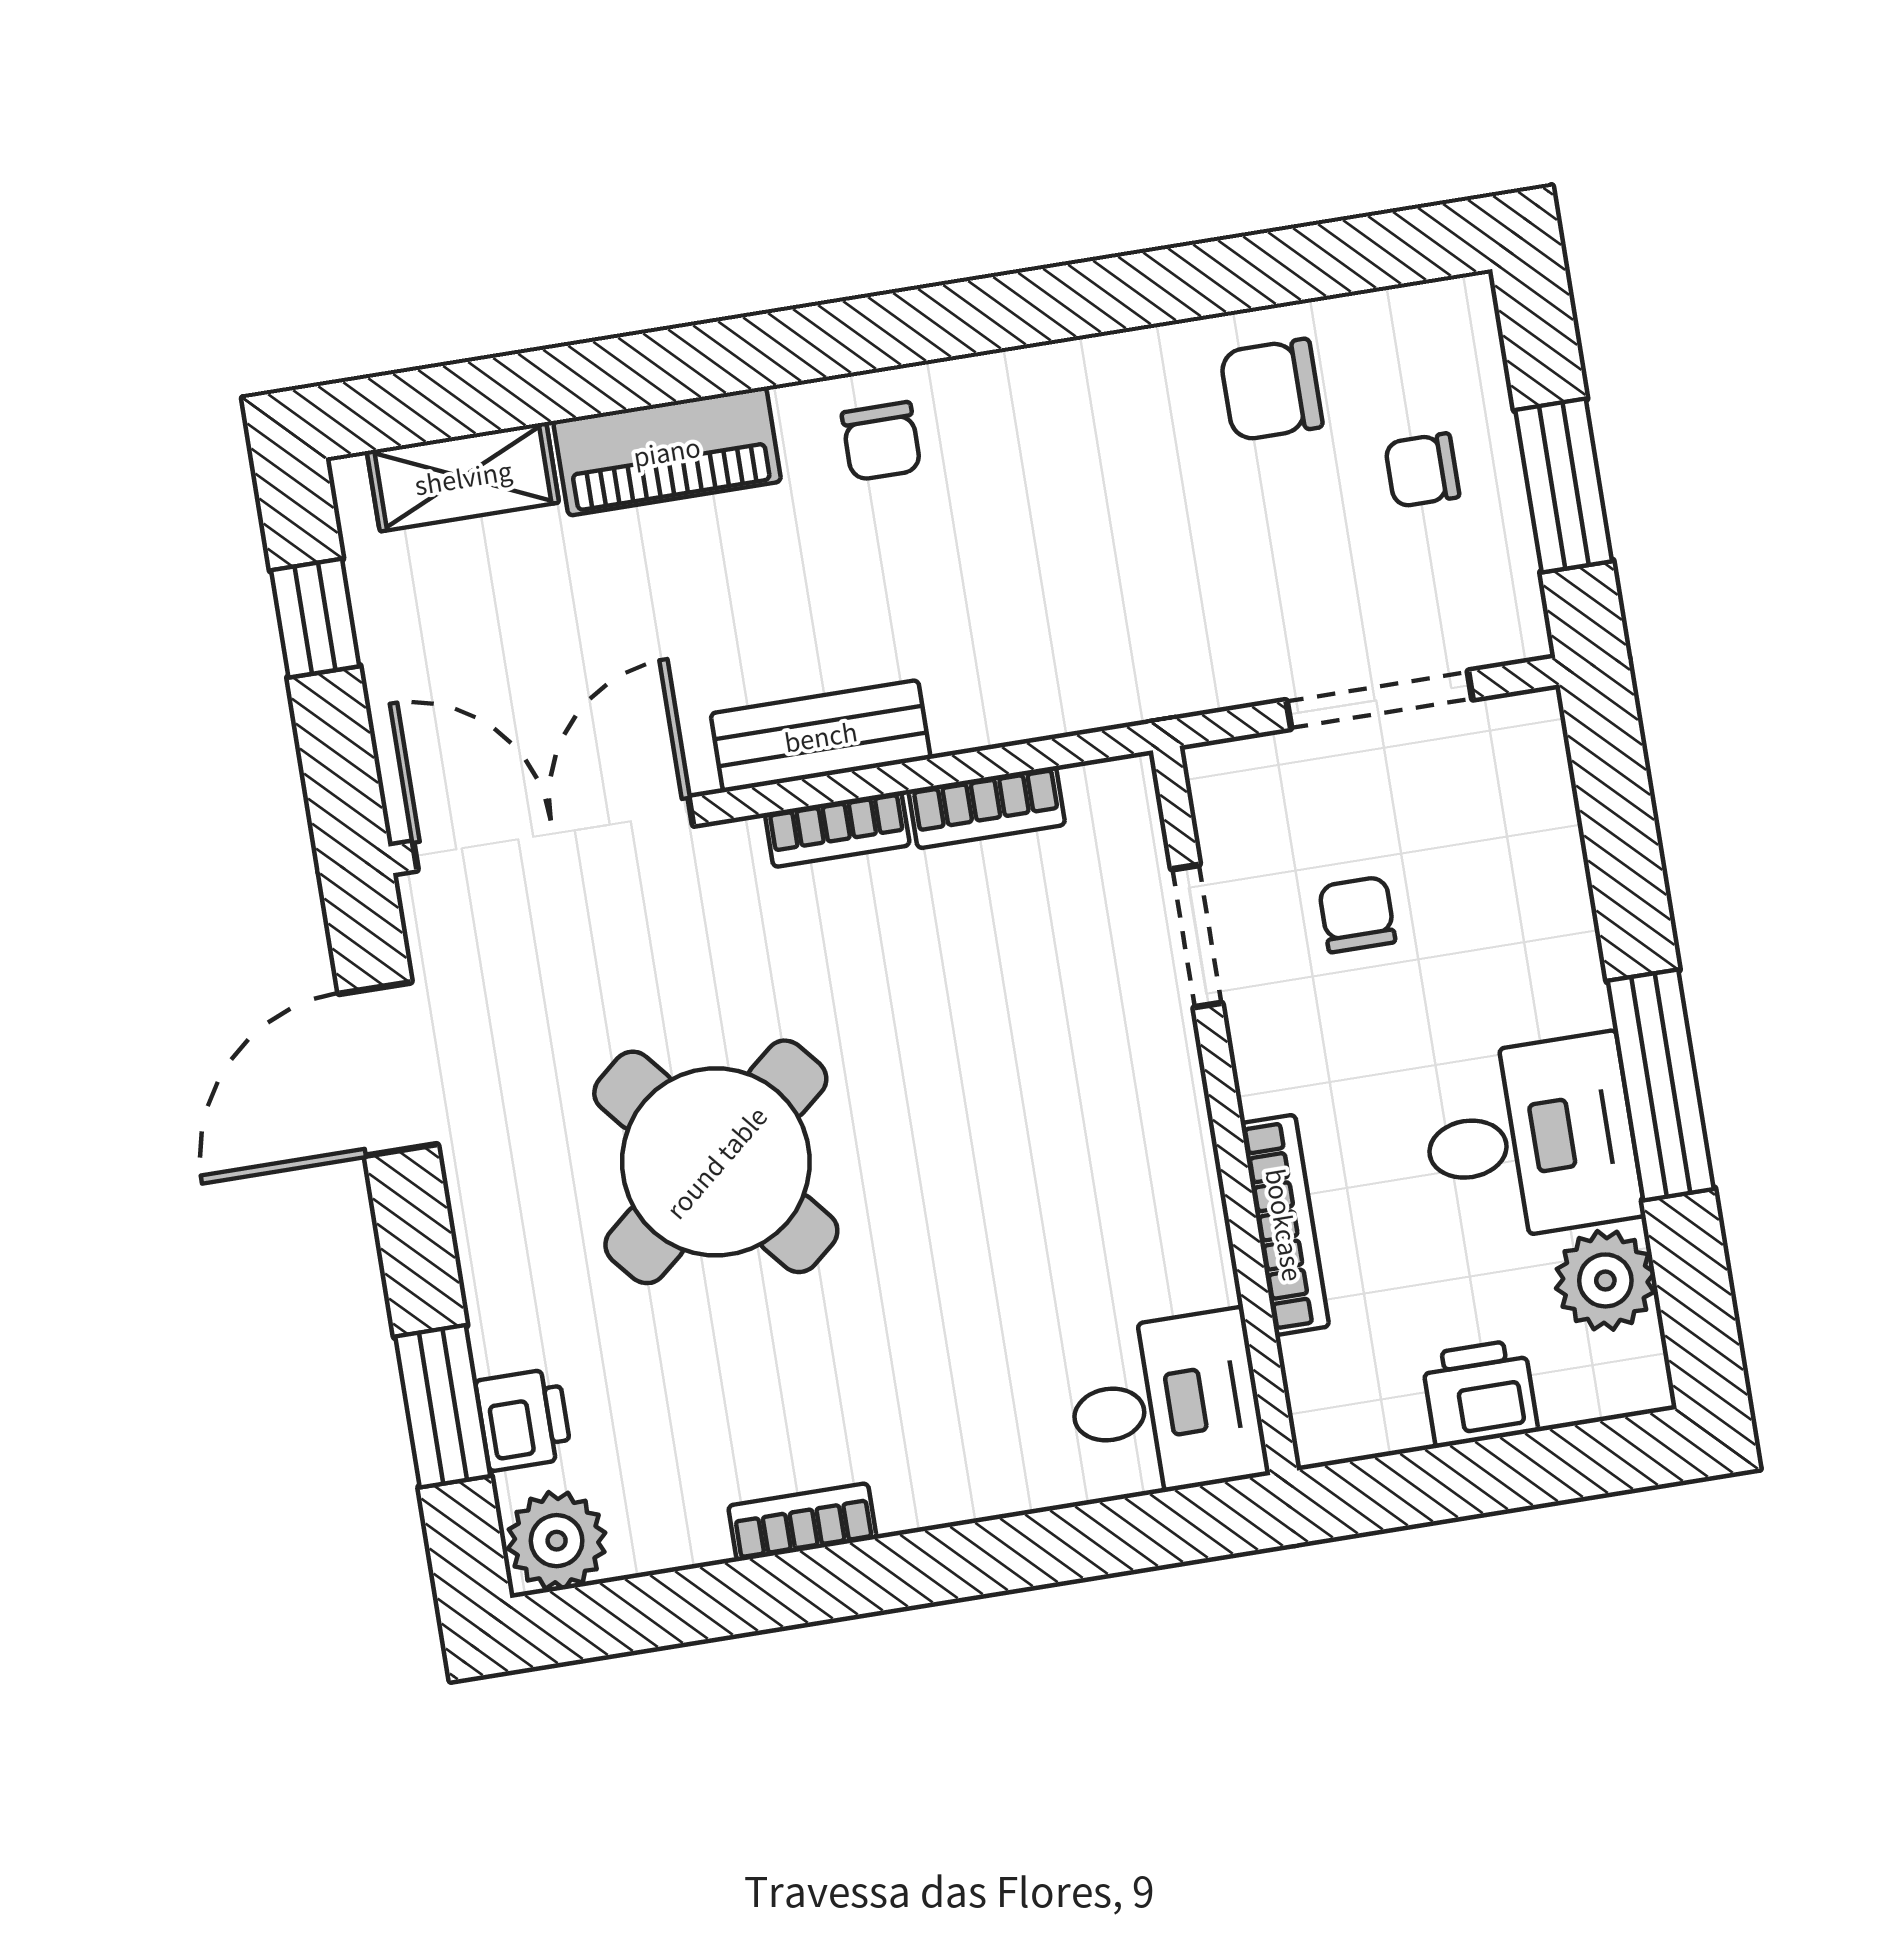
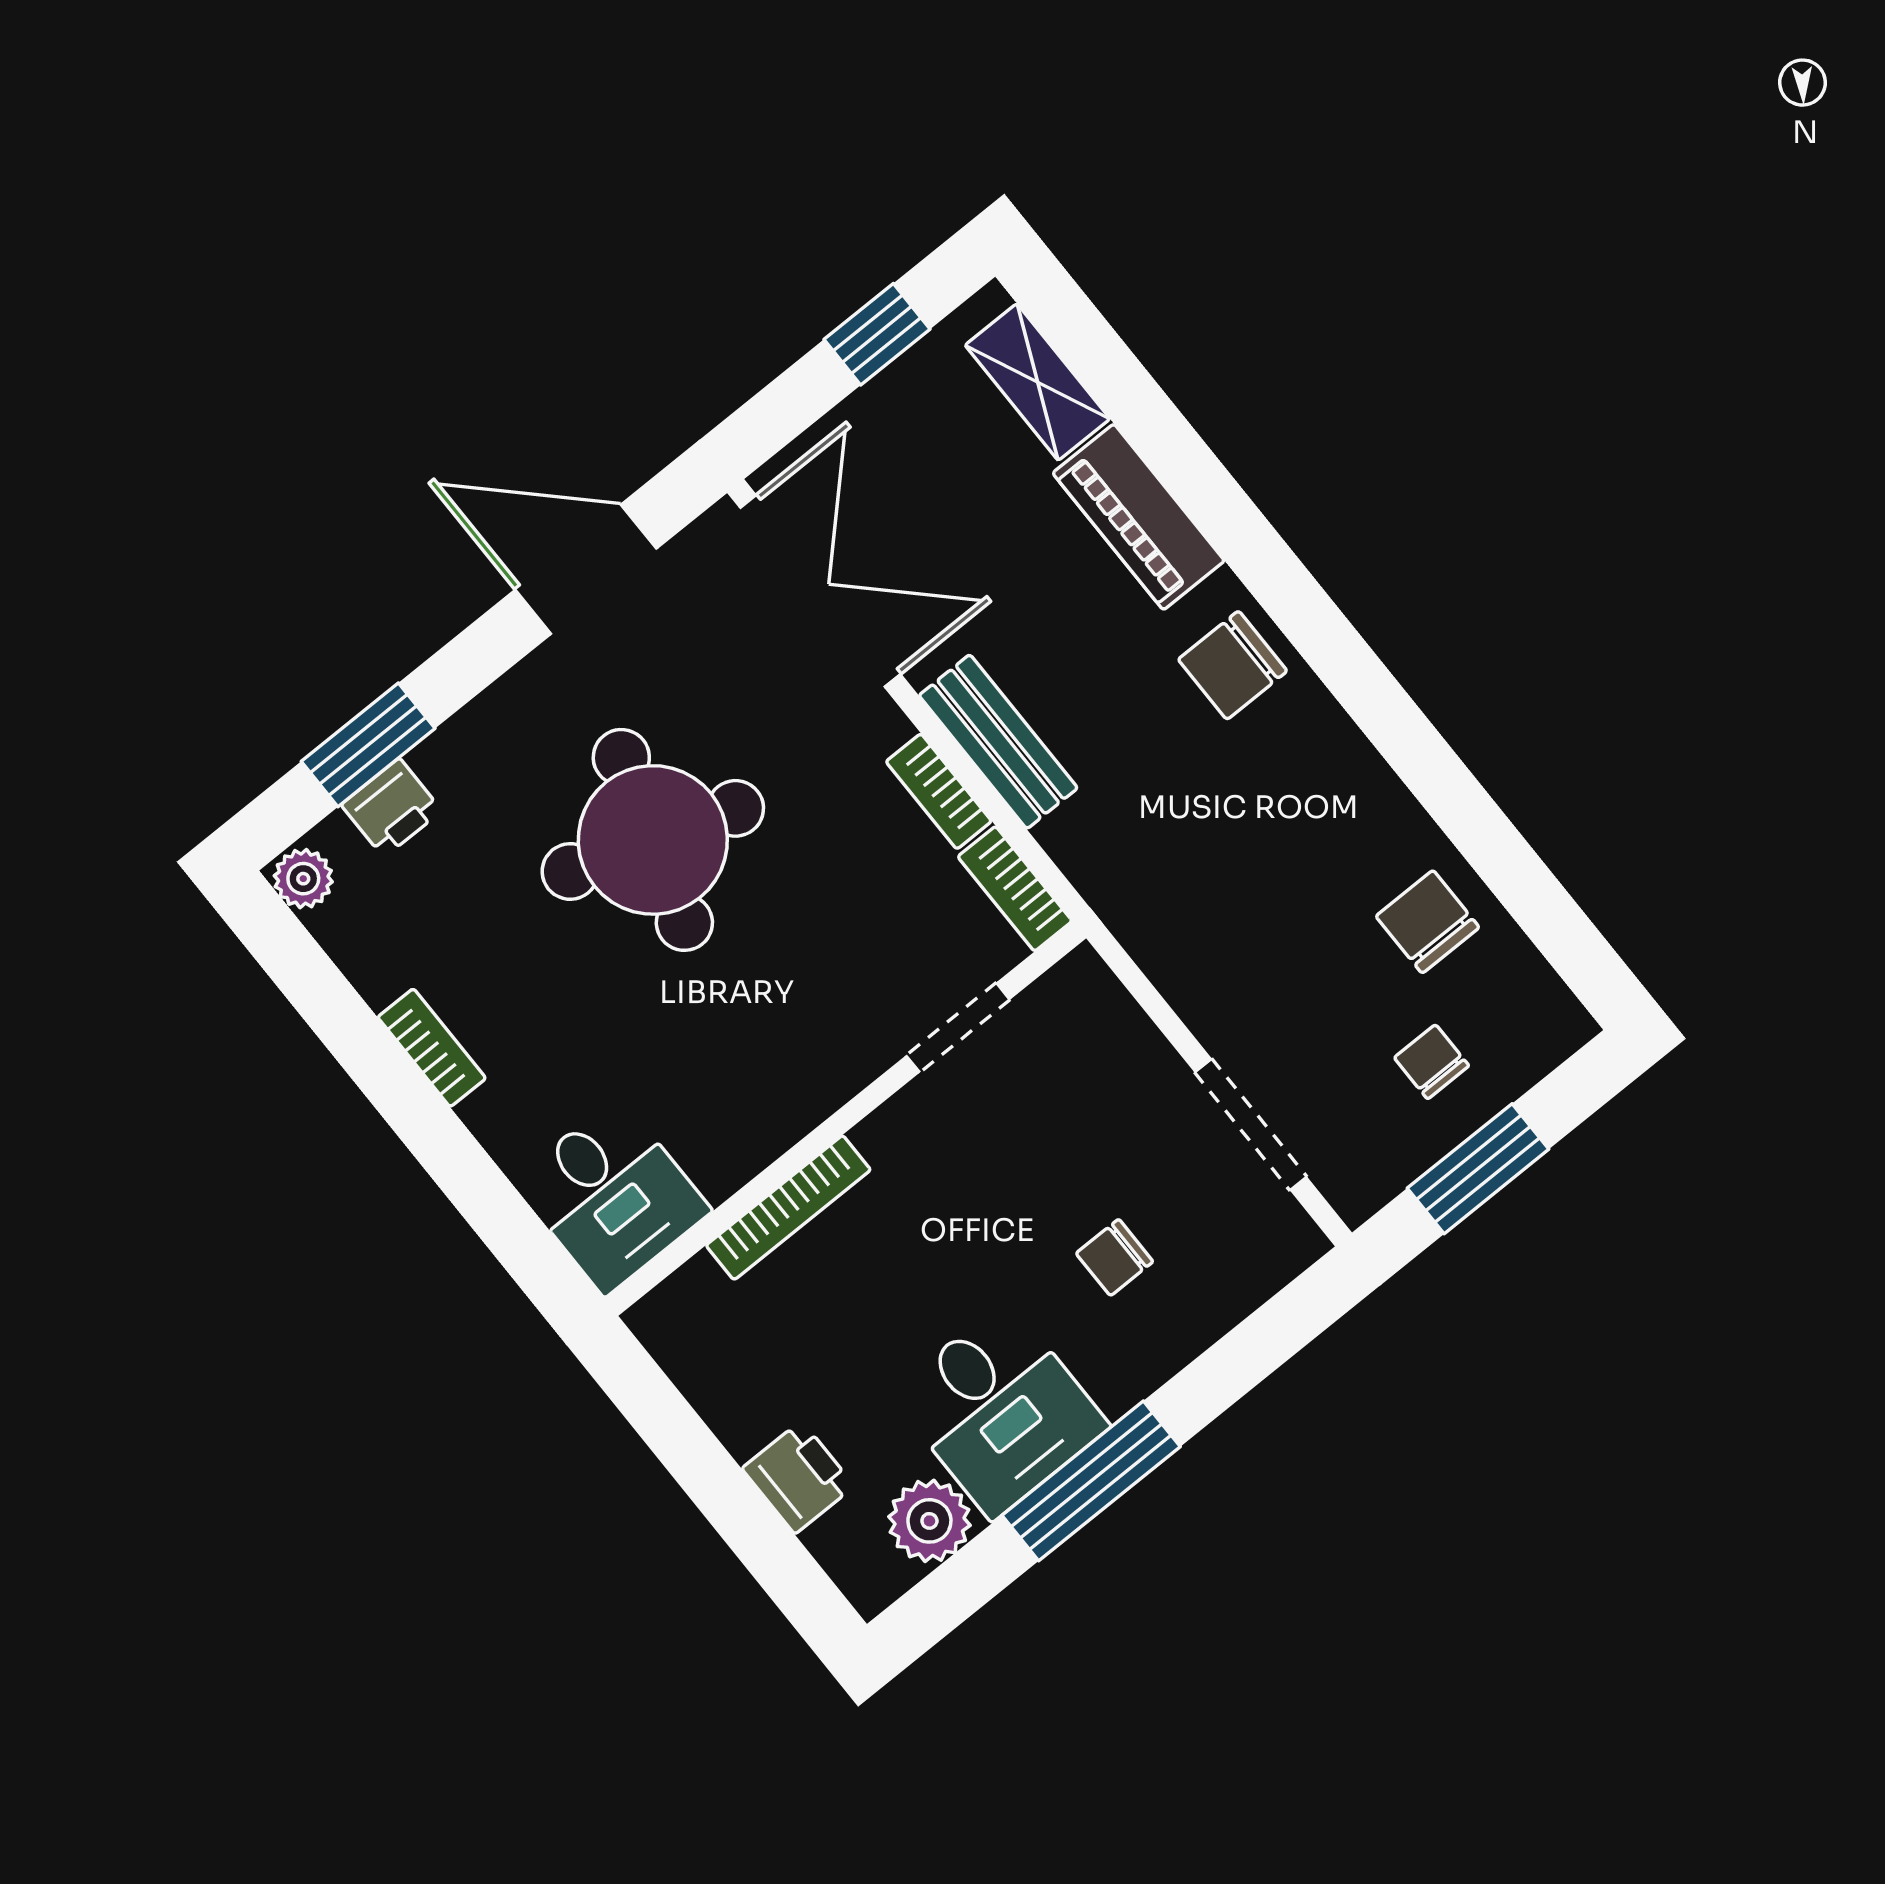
chair: (881, 441) -> (1233, 665), width x1.37, depth x1.37
chair: (1357, 914) -> (1114, 1257), moved, turned 180
doorway: (1197, 936) -> (958, 1028), moved
wall: (1225, 1110) -> (845, 1118), moved
round table: (716, 1162) -> (653, 840), turned -32
bookcase: (1285, 1225) -> (788, 1208), moved
desk: (1166, 1405) -> (612, 1196), moved
plant: (557, 1541) -> (303, 879), width x0.73, depth x0.73

